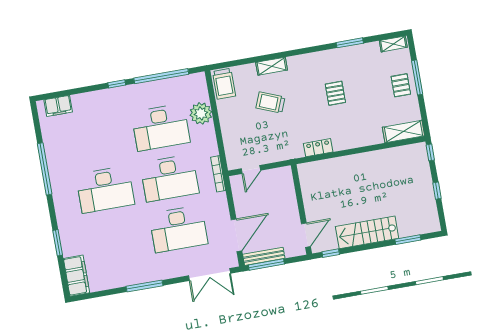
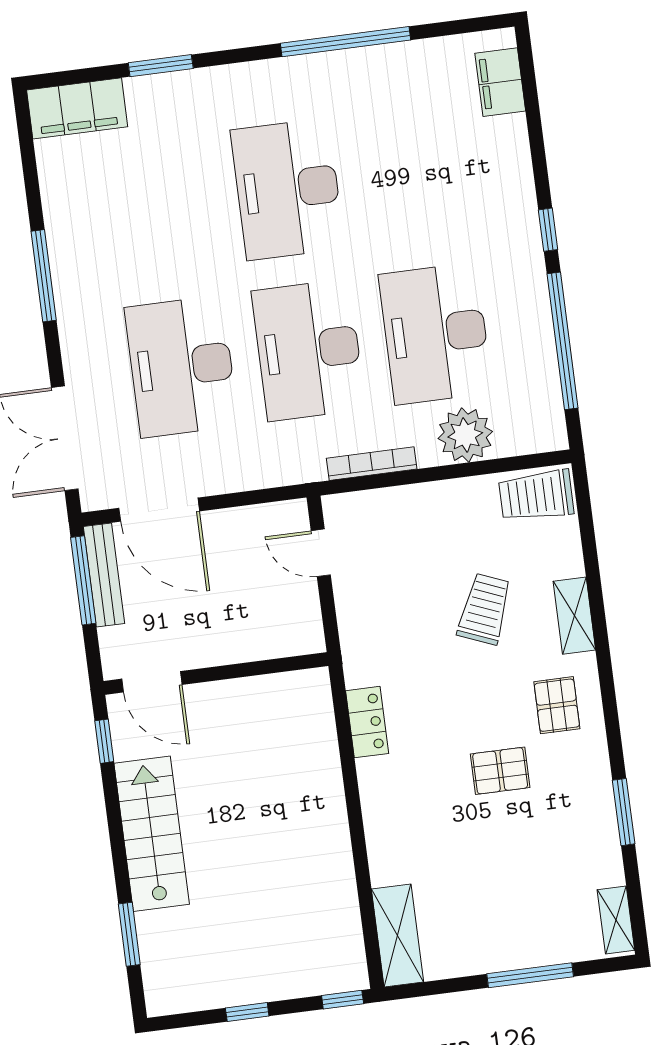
pallet: (401, 85) -> (557, 705), moved, turned 90
bookcase: (218, 174) -> (372, 464), moved

